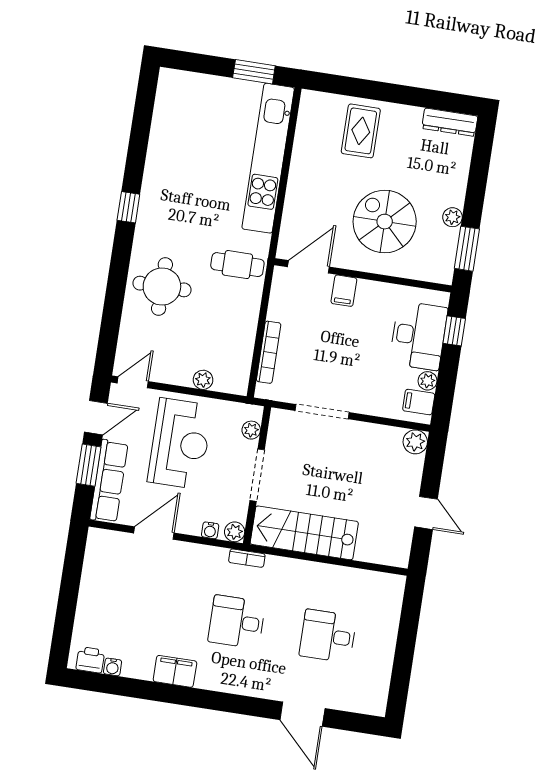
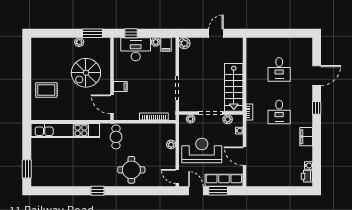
window: (254, 72) -> (27, 169), moved
dresser: (450, 122) -> (36, 50), removed
plant: (235, 532) -> (228, 119), moved
window: (233, 703) -> (317, 108), added

